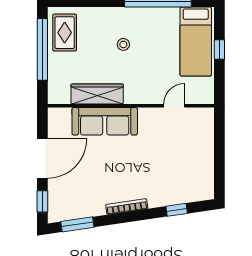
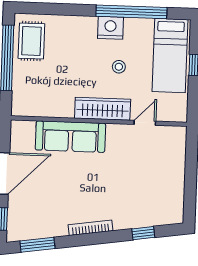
nightstand: (139, 17) -> (110, 28), added
stool: (123, 44) -> (119, 67), moved
wardrobe: (97, 94) -> (103, 109), moved

